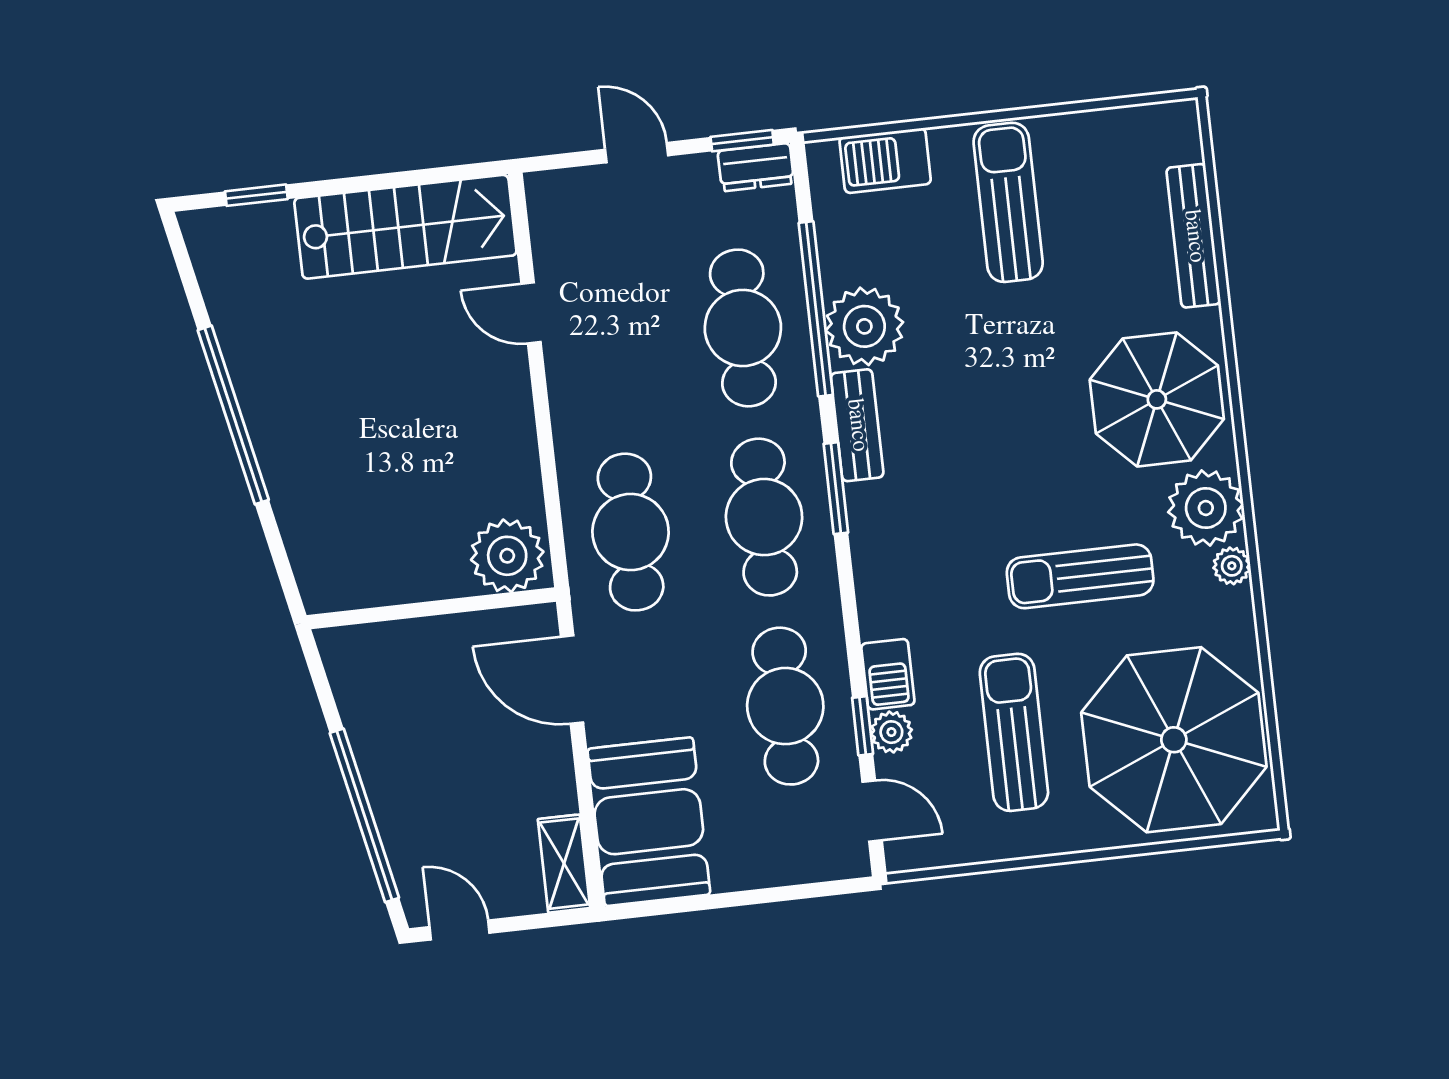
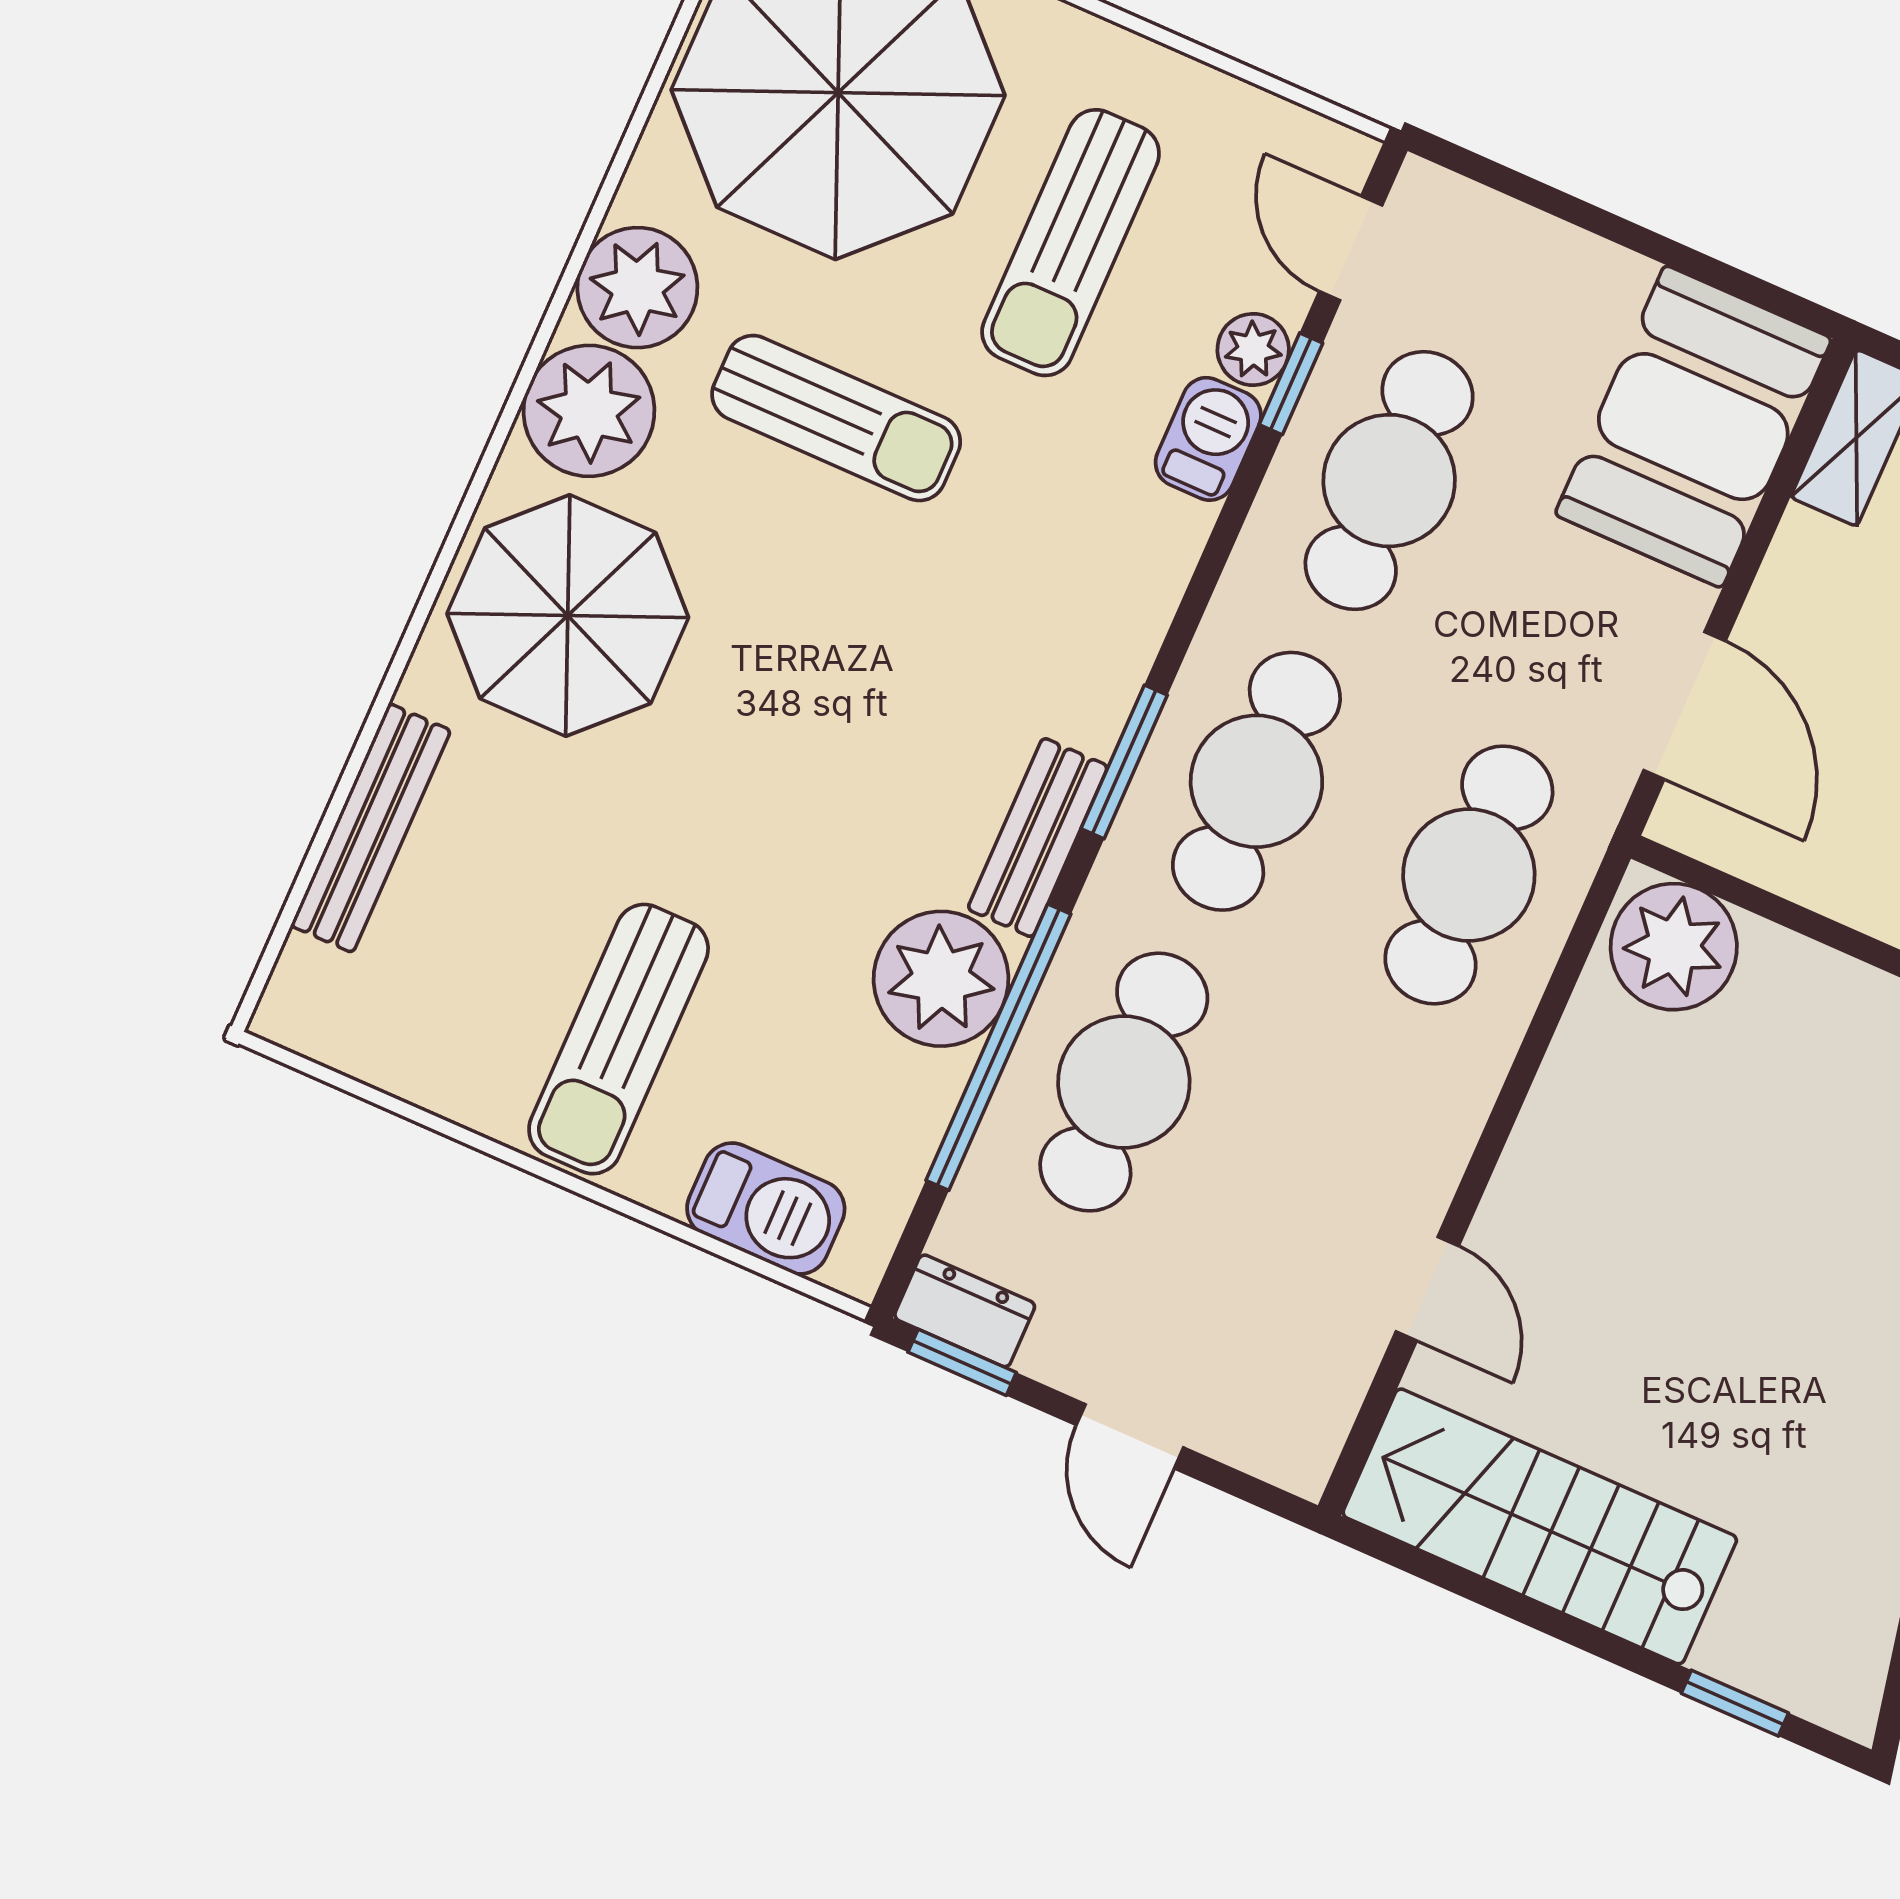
plant: (1232, 566) -> (637, 288), width x1.88, depth x1.88

